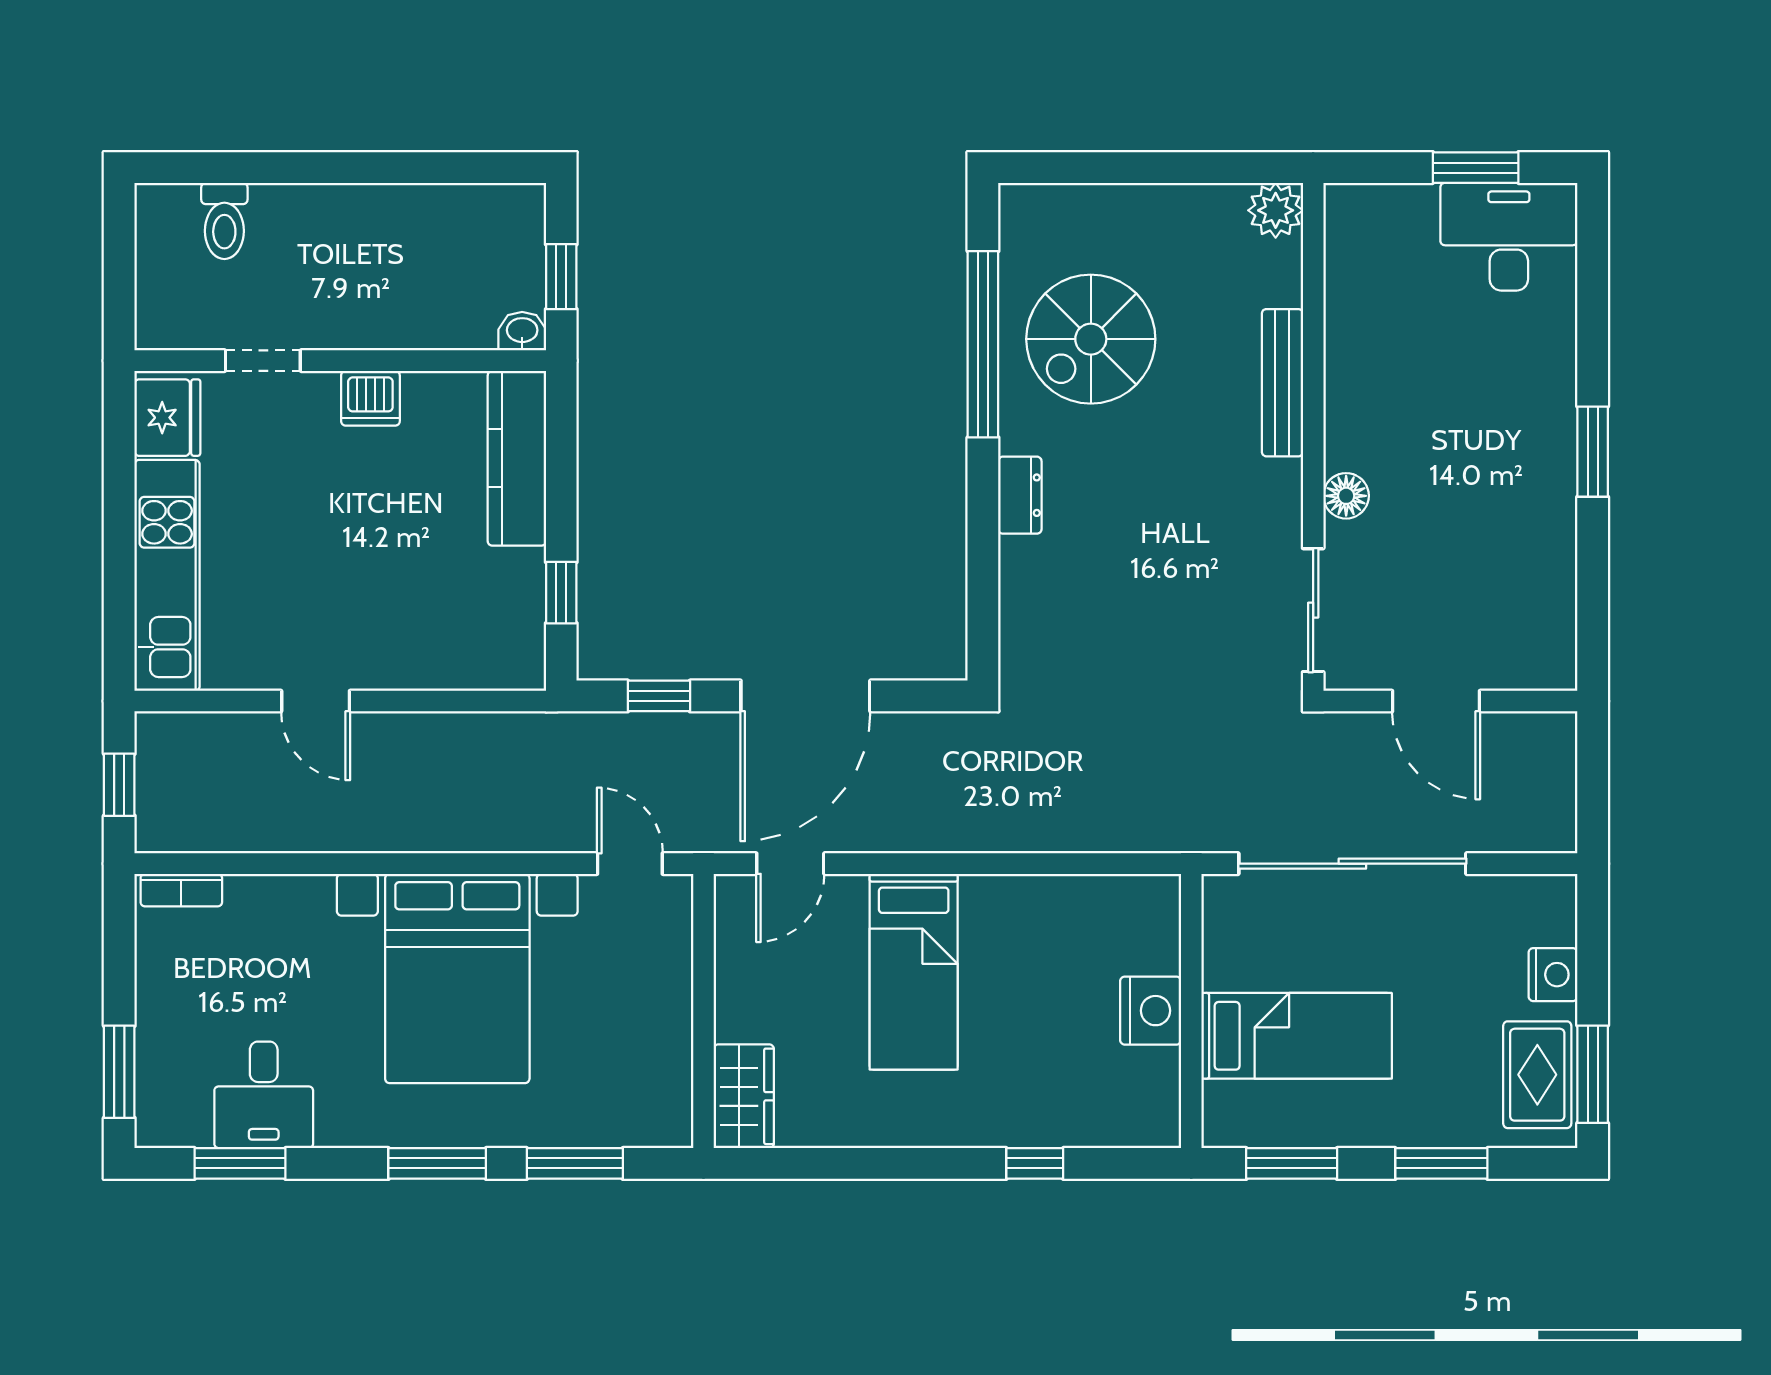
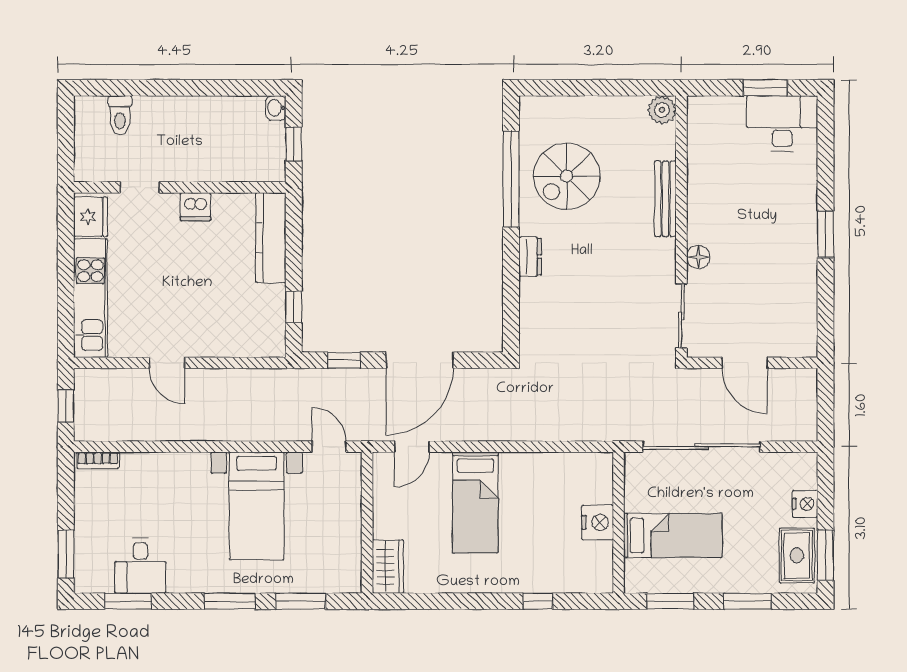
washbasin: (522, 331) -> (276, 108), moved, turned -90
bed with nightstands: (457, 978) -> (257, 506), width x0.73

